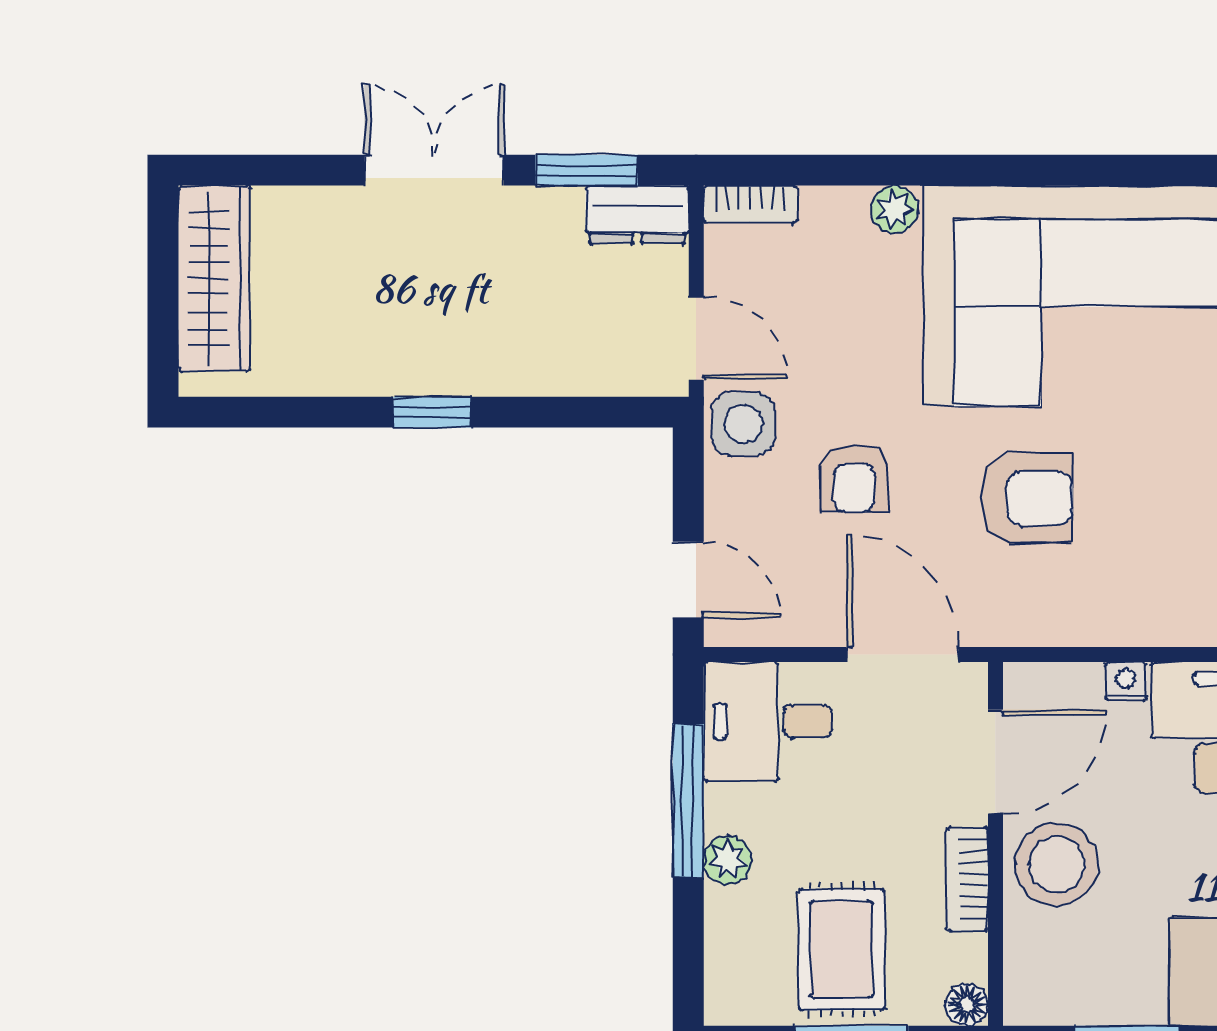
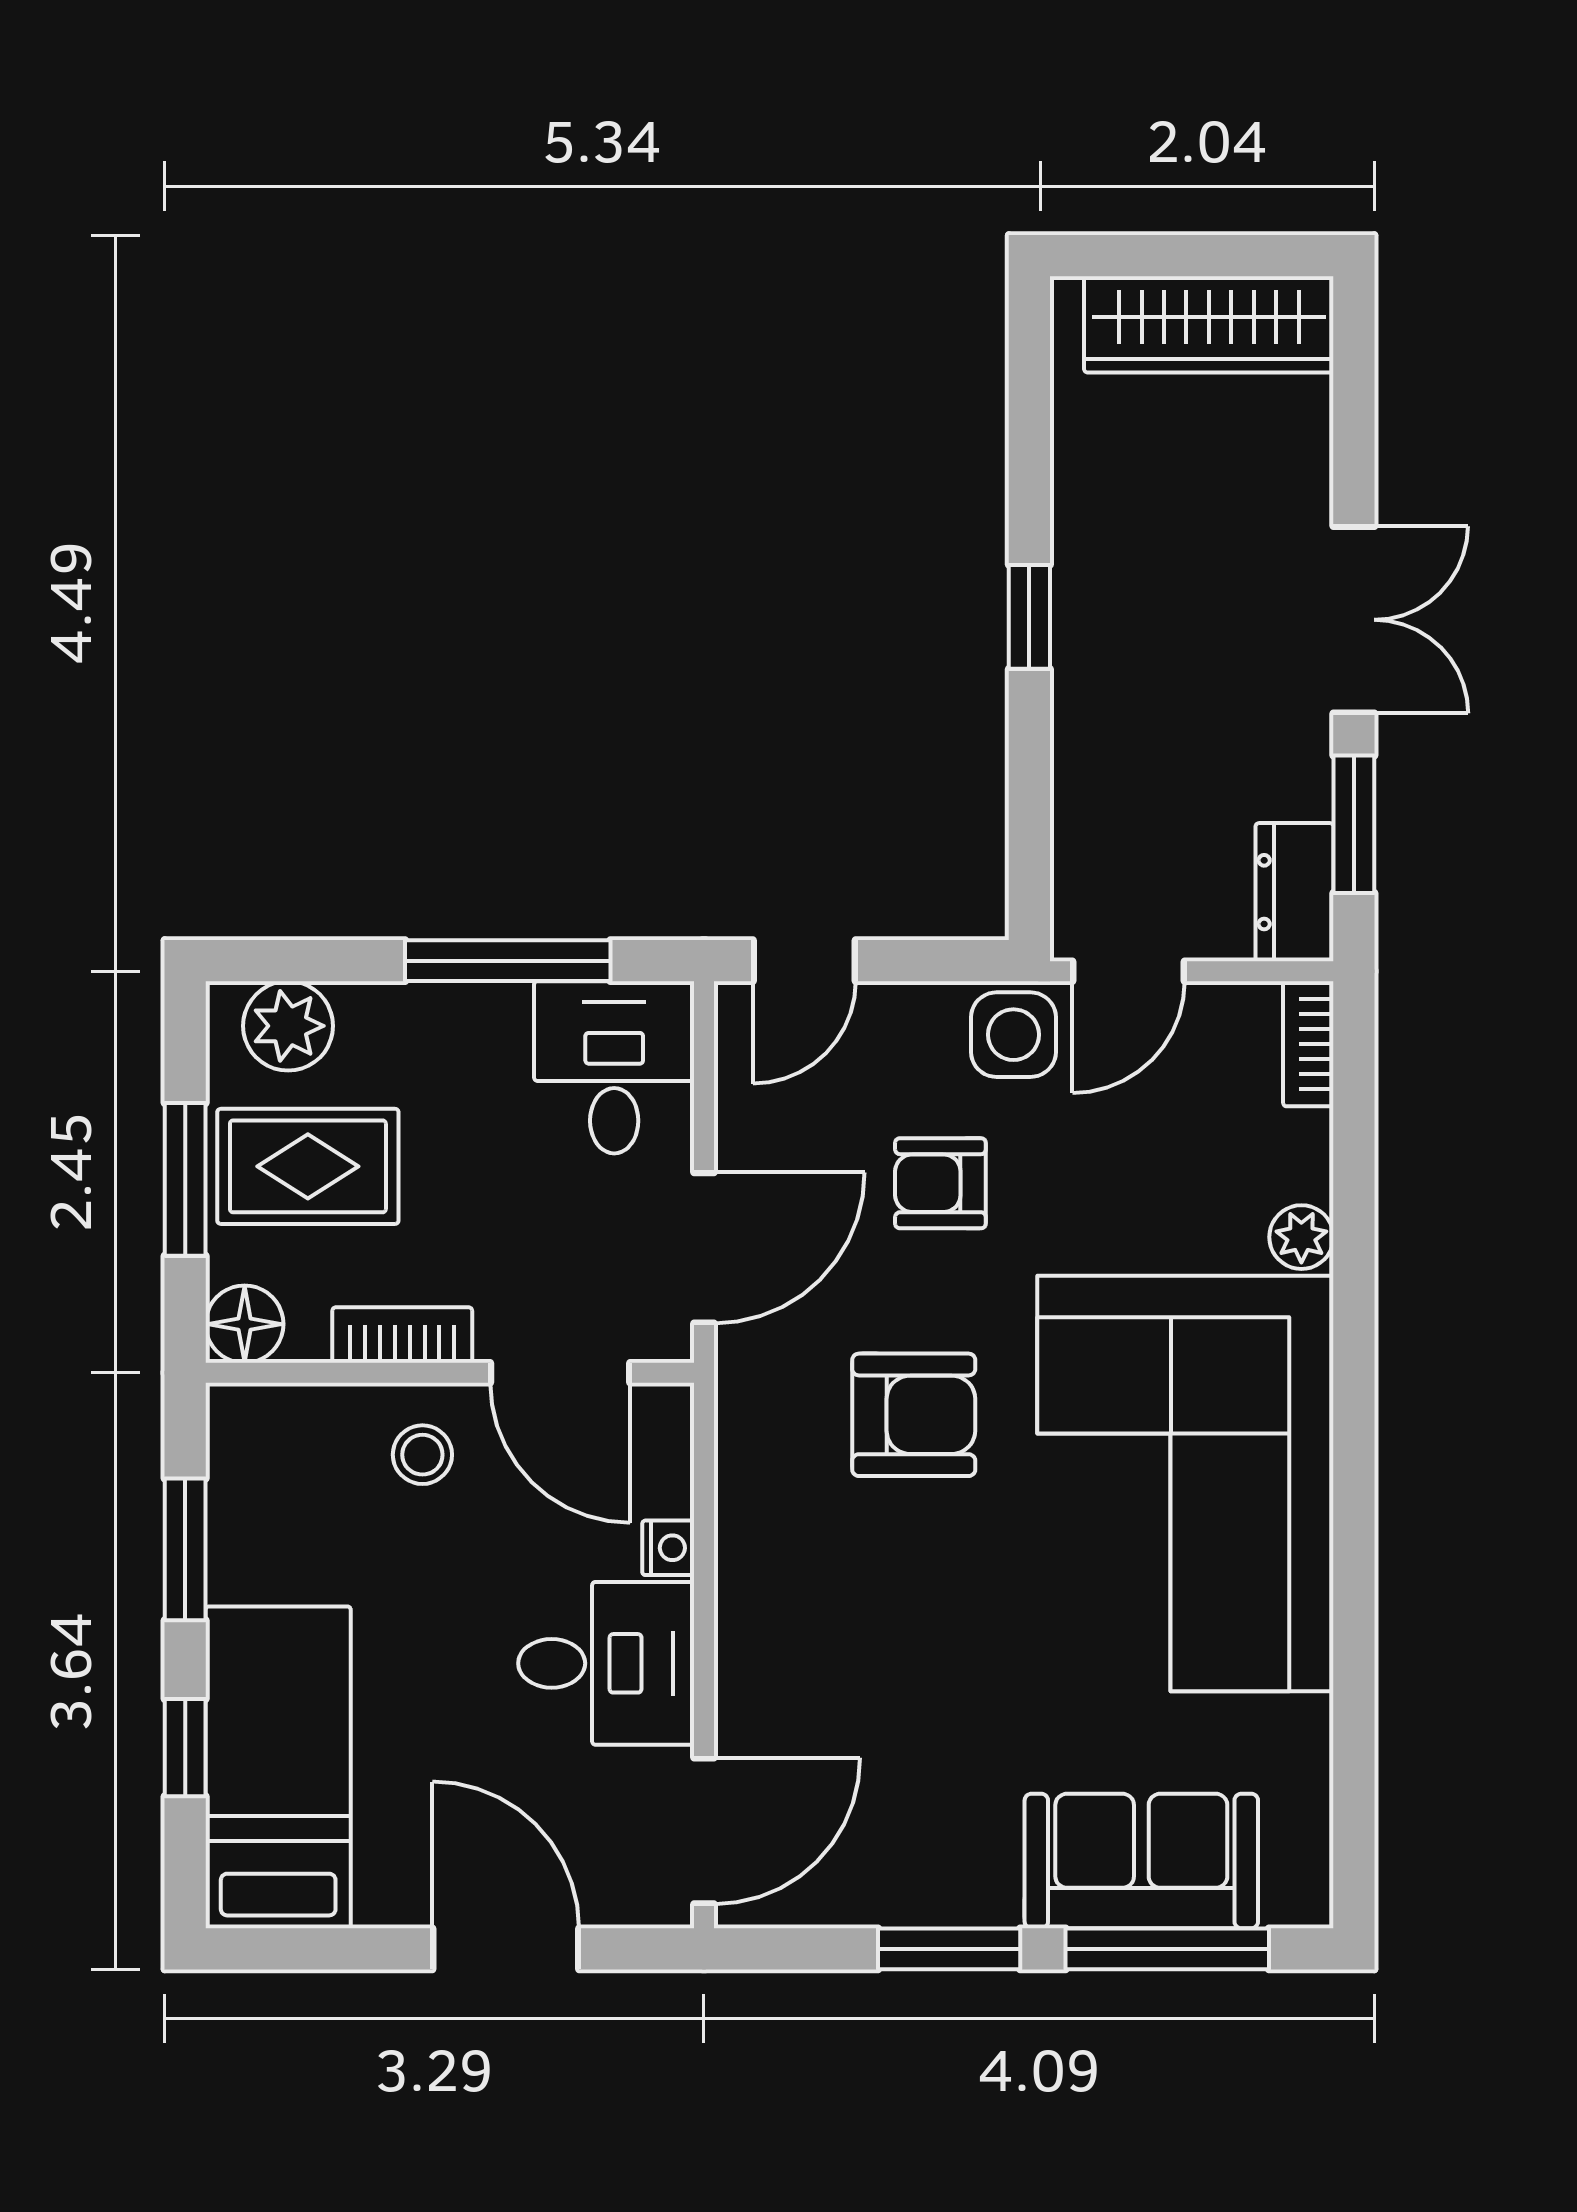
armchair: (1027, 498) -> (914, 1415), turned -90
plant: (728, 860) -> (288, 1026), moved, width x1.38, depth x1.38
stool: (1056, 864) -> (422, 1455), width x0.53, depth x0.53
floor lamp: (967, 1005) -> (245, 1324), width x1.37, depth x1.37

